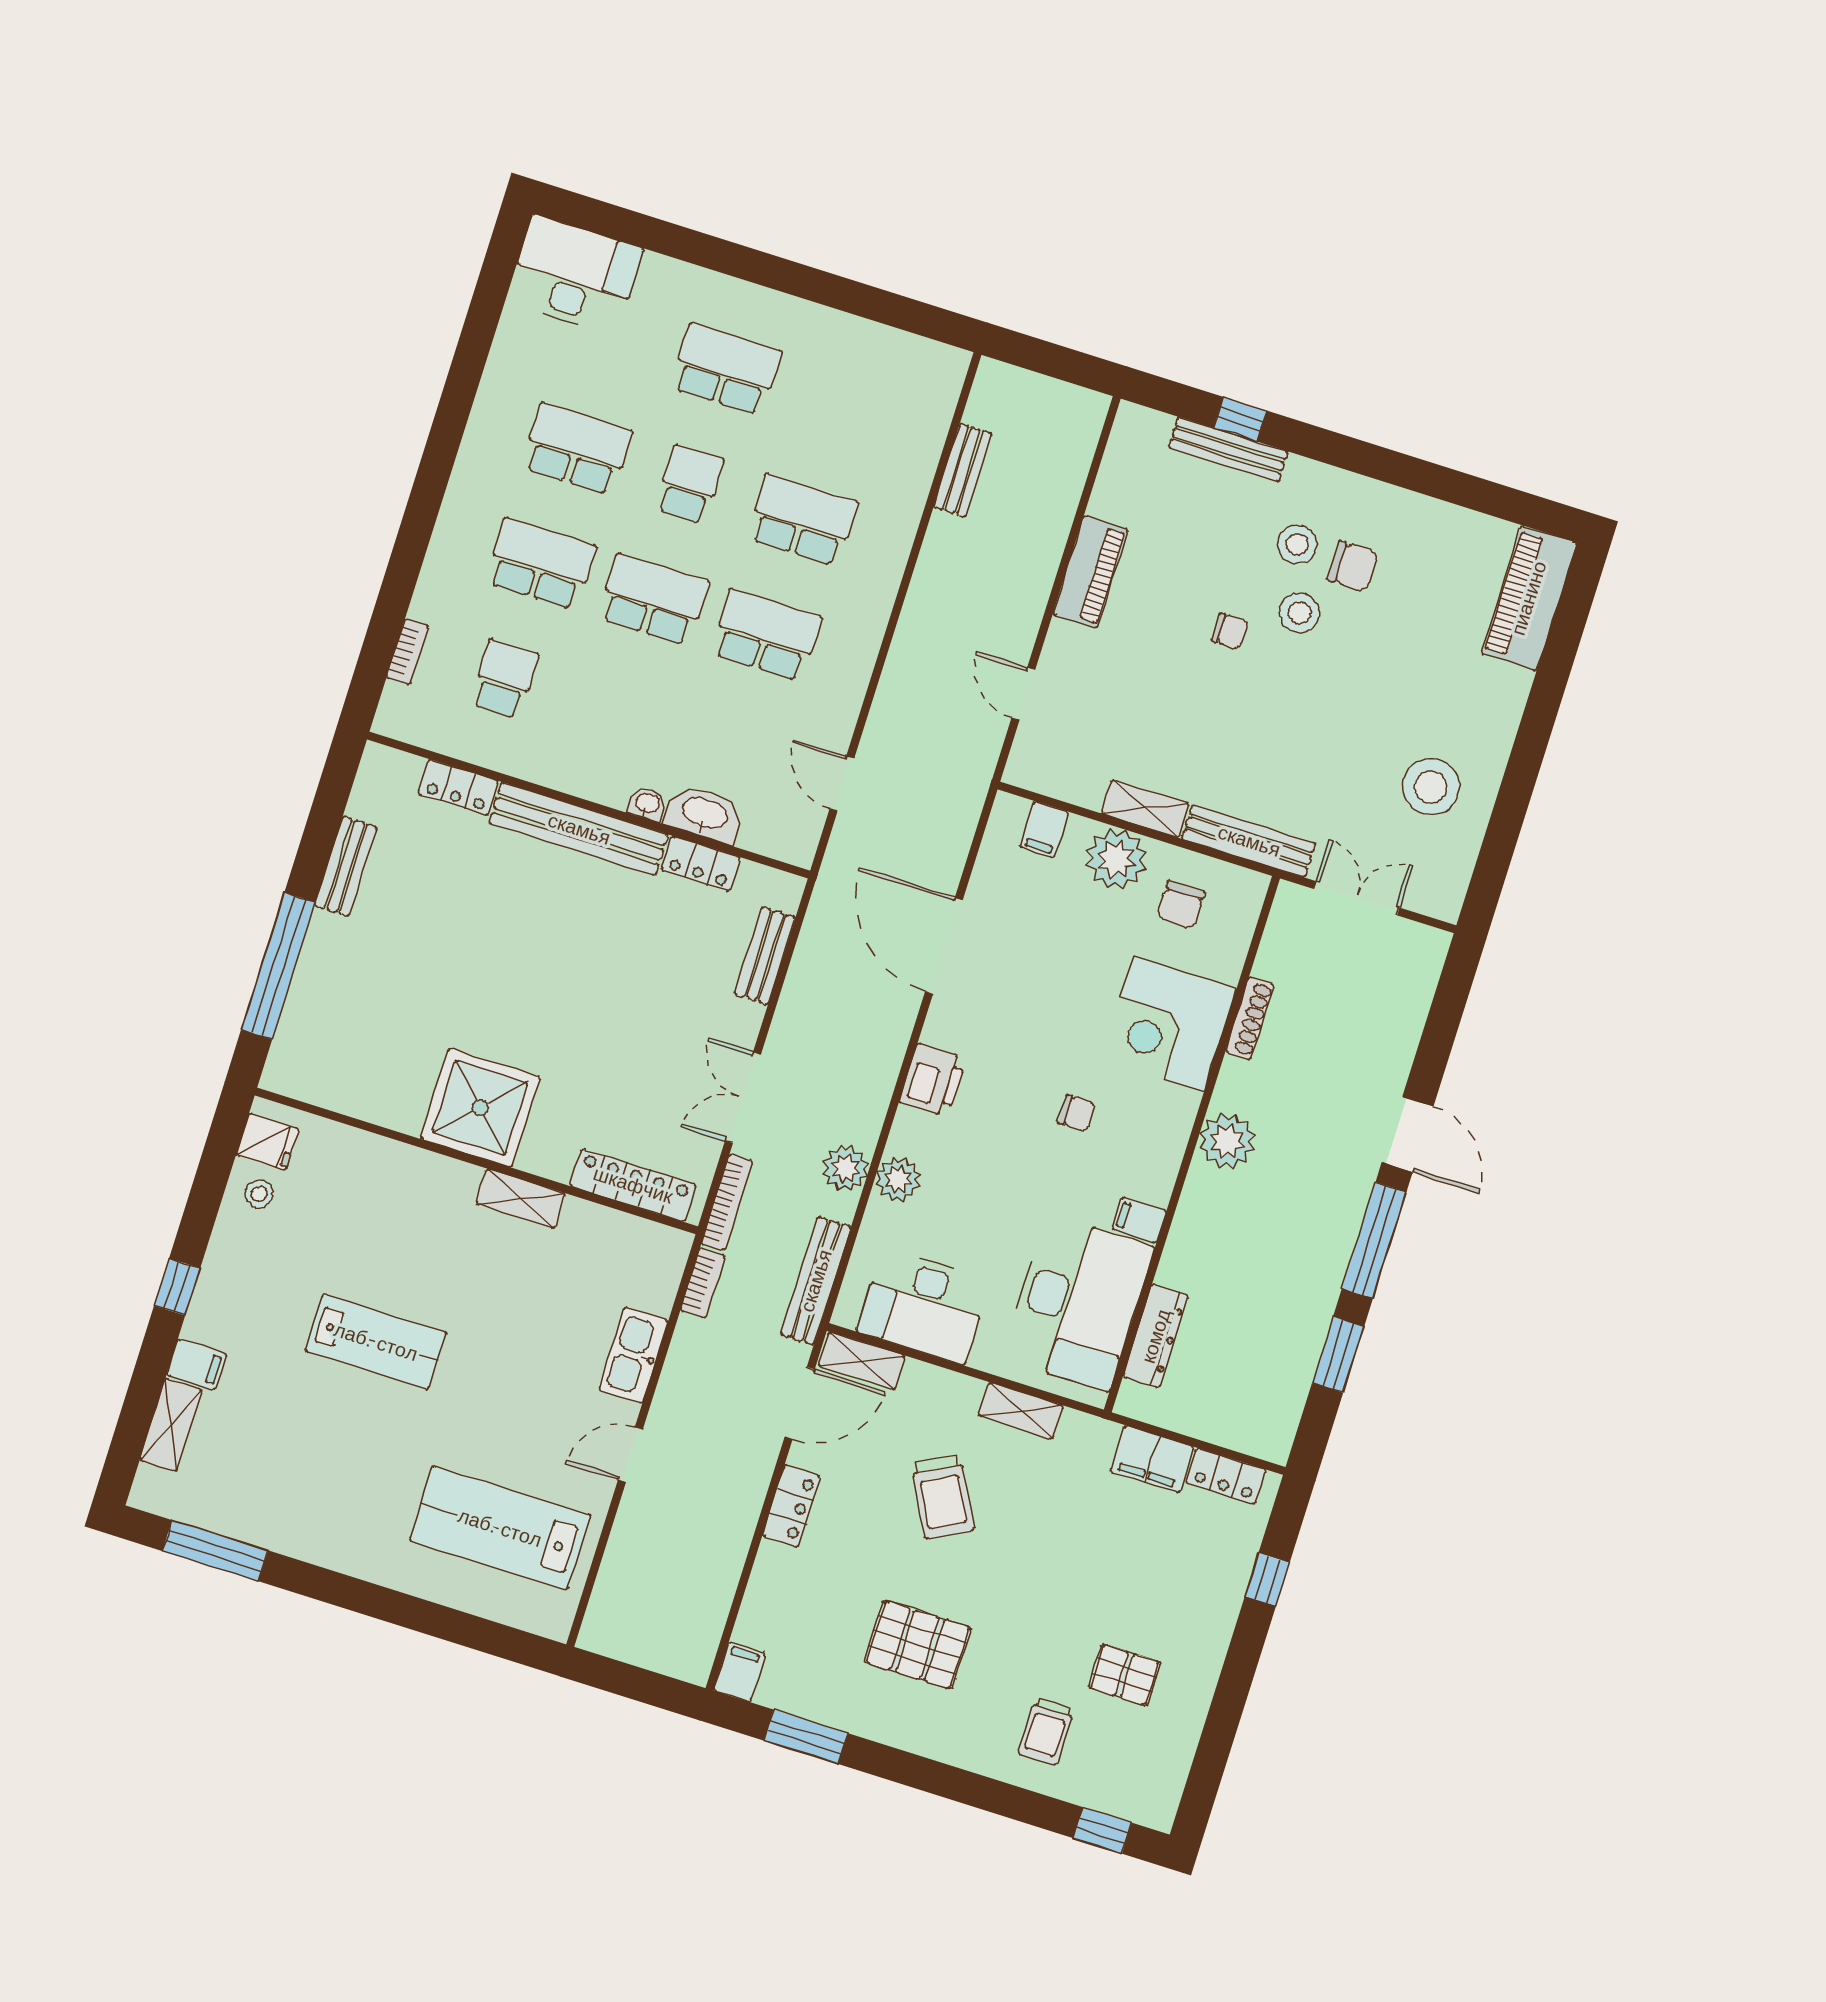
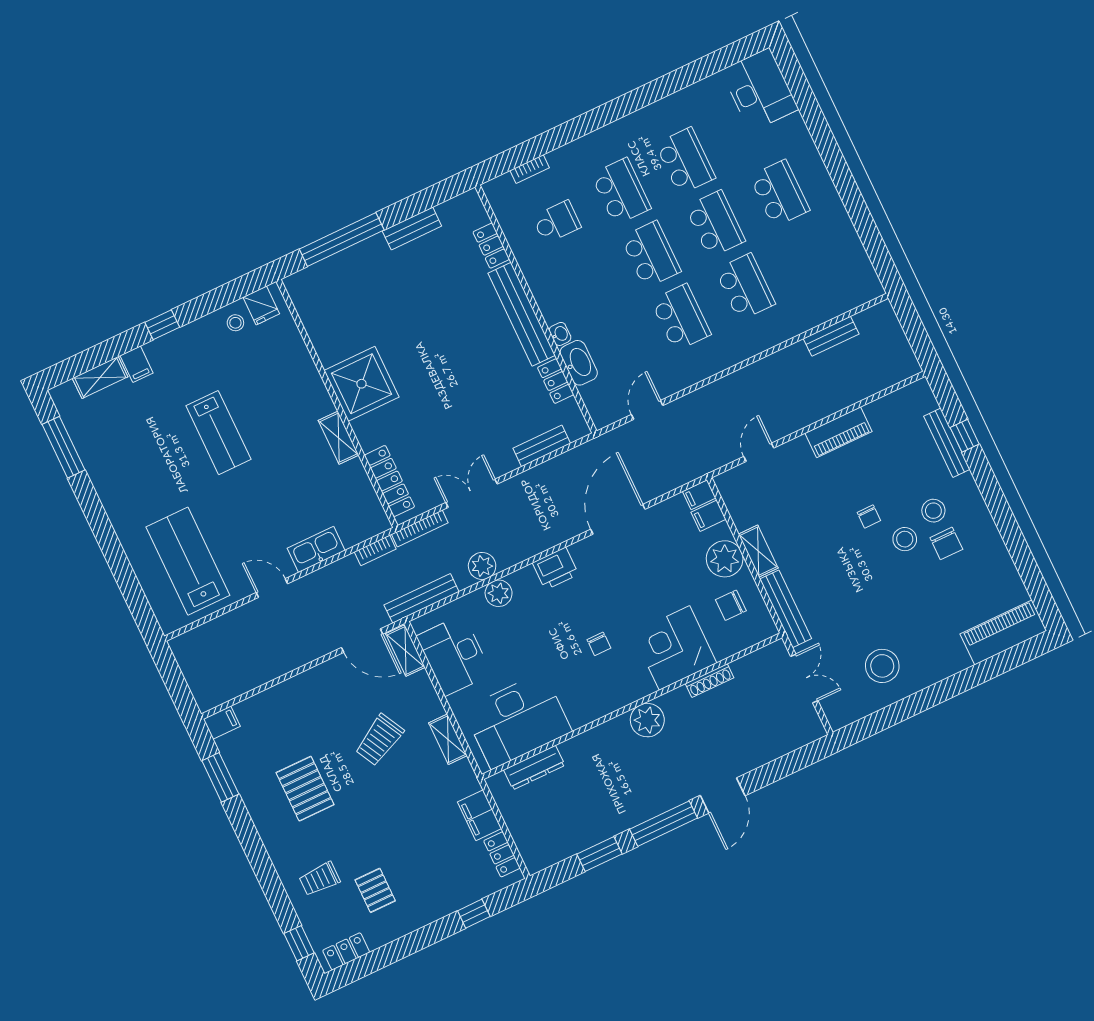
school desk: (690, 484) -> (715, 224), width x1.85
filing cabinet: (1139, 1220) -> (699, 495), moved, turned -90
locker: (791, 1506) -> (346, 951), moved, turned 180

